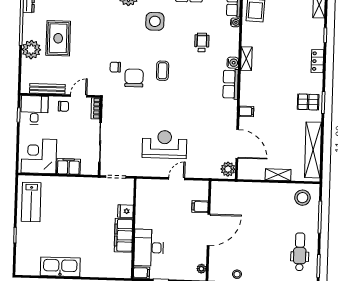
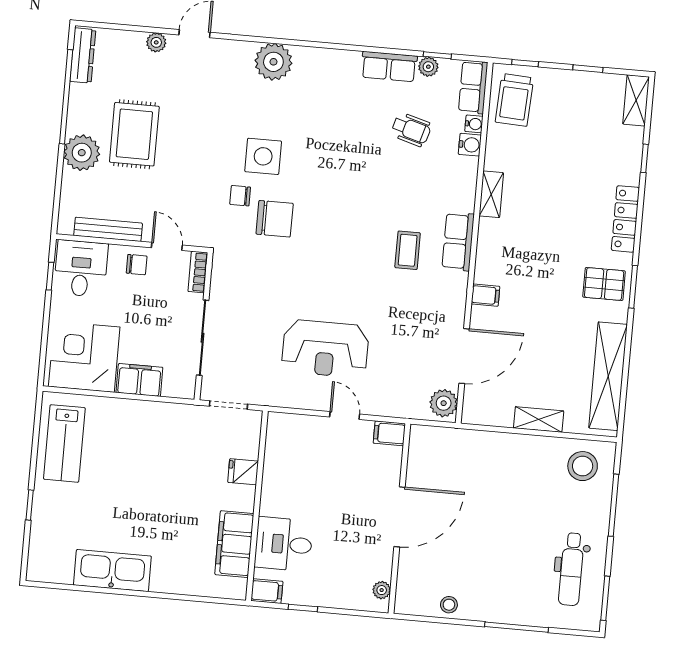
side table: (155, 21) -> (263, 156), moved
wheelchair: (202, 42) -> (411, 130), moved, turned 106
locker: (317, 61) -> (625, 219), width x1.53
water cooler: (233, 63) -> (470, 145), moved
coffee table: (163, 71) -> (408, 250), moved
chair: (134, 78) -> (275, 219), turned 90
door: (79, 96) -> (167, 246), hinge flipped
reception desk: (164, 144) -> (325, 349), turned 180
door: (237, 144) -> (464, 356), hinge flipped
door: (177, 179) -> (345, 416), hinge flipped
filing cabinet: (200, 207) -> (389, 433), moved
filing cabinet: (123, 235) -> (234, 544), moved
desk: (149, 248) -> (284, 544), width x0.73
dental chair: (300, 252) -> (571, 569), turned 180

